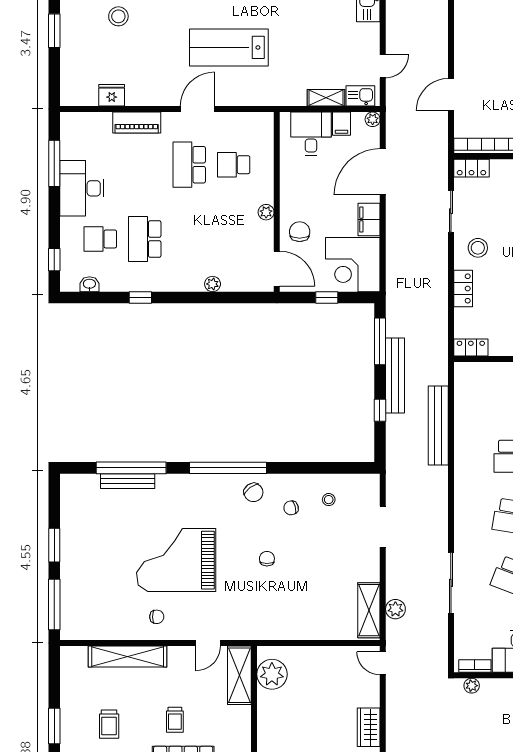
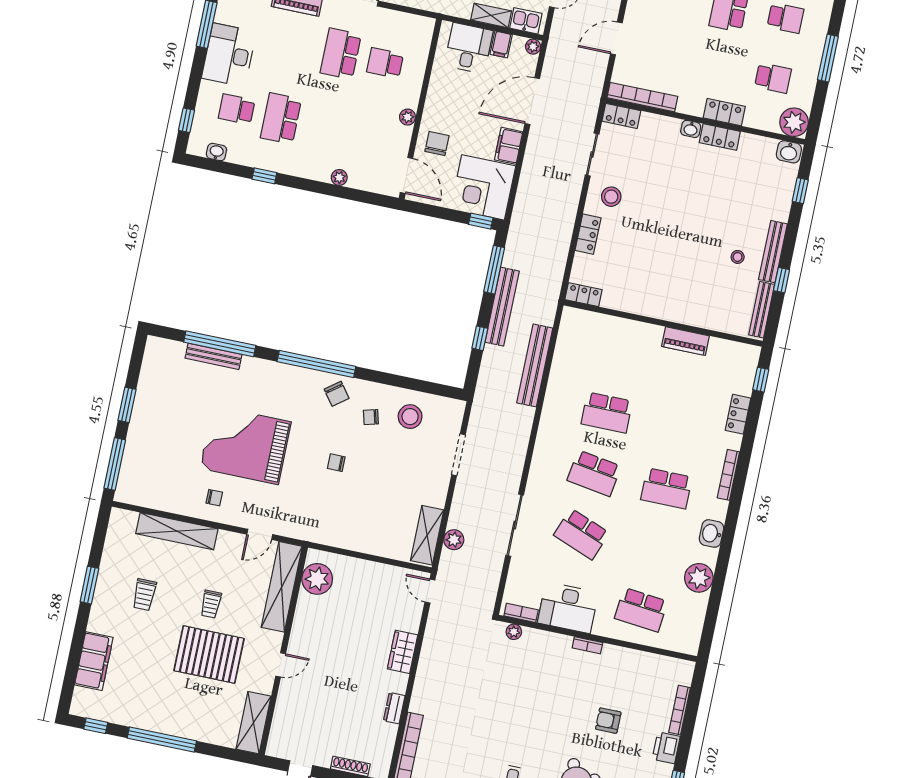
window: (327, 297) -> (481, 221), moved
stool: (329, 500) -> (410, 417), width x1.89, depth x1.89
chair: (267, 559) -> (336, 463), turned -90
shelving: (239, 675) -> (282, 587), width x1.47

